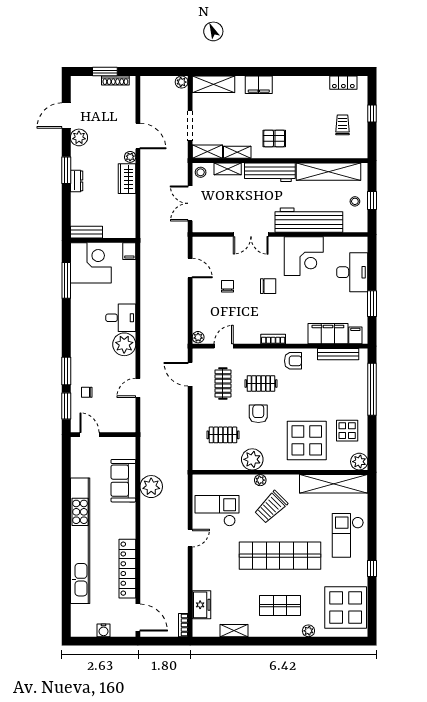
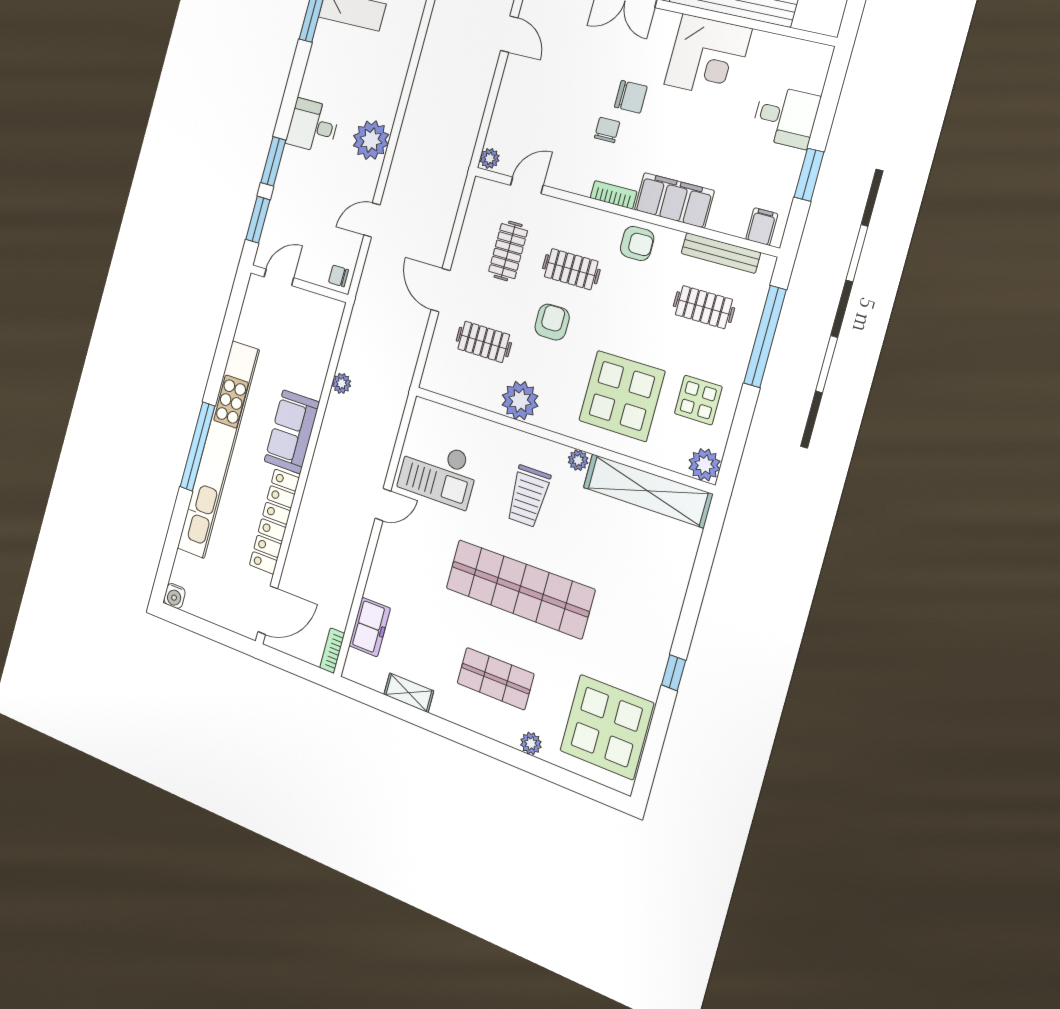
desk: (352, 272) -> (785, 117), width x0.73
chair: (228, 286) -> (607, 130), moved
desk: (121, 318) -> (313, 126), moved, turned 180
filing cabinet: (328, 334) -> (674, 200), moved
door: (190, 374) -> (441, 290), moved
clothes rail: (337, 384) -> (704, 307), added
chair: (87, 392) -> (339, 276), moved
door: (89, 435) -> (279, 277), hinge flipped
plant: (260, 480) -> (578, 460), moved
sofa: (123, 481) -> (292, 432), moved
plant: (151, 487) -> (342, 383), width x0.53, depth x0.53
trolley: (271, 507) -> (528, 496), turned -45
checkout: (217, 511) -> (438, 472), turned 180
checkout: (348, 535) -> (647, 595), removed
window: (66, 543) -> (198, 446), added
door: (138, 618) -> (268, 610), hinge flipped
water cooler: (104, 630) -> (175, 596), moved

